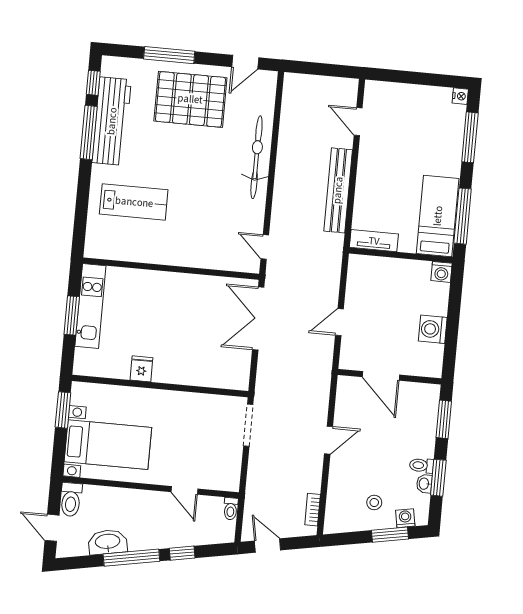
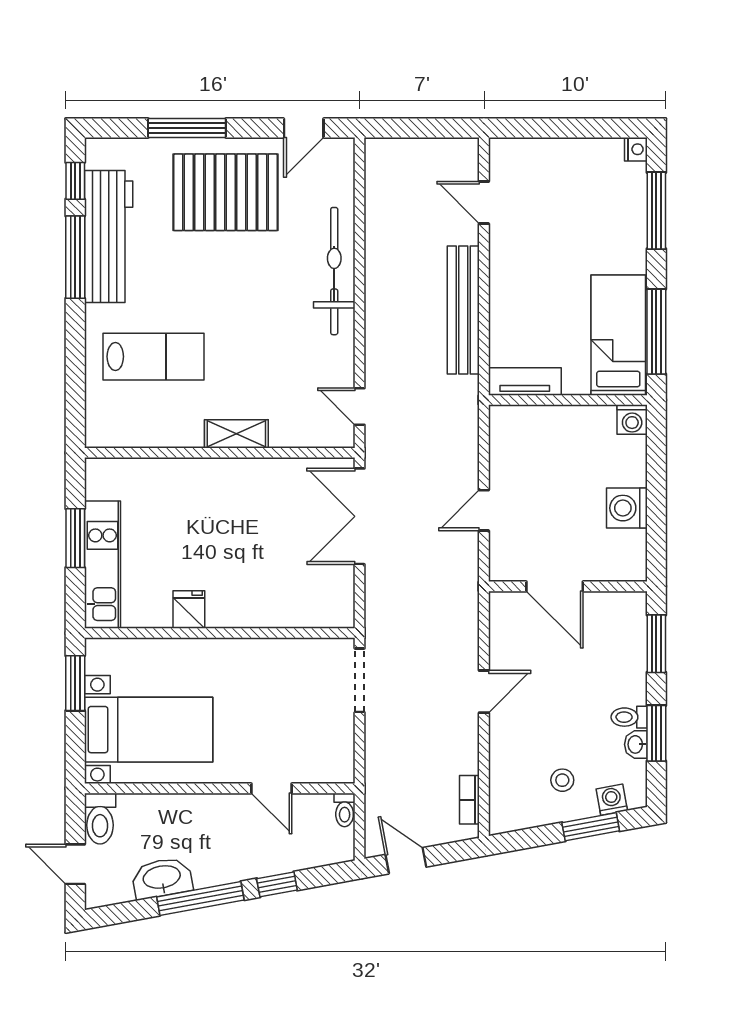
shelving: (183, 257) -> (236, 434), added
kitchen unit: (90, 306) -> (102, 565), moved

